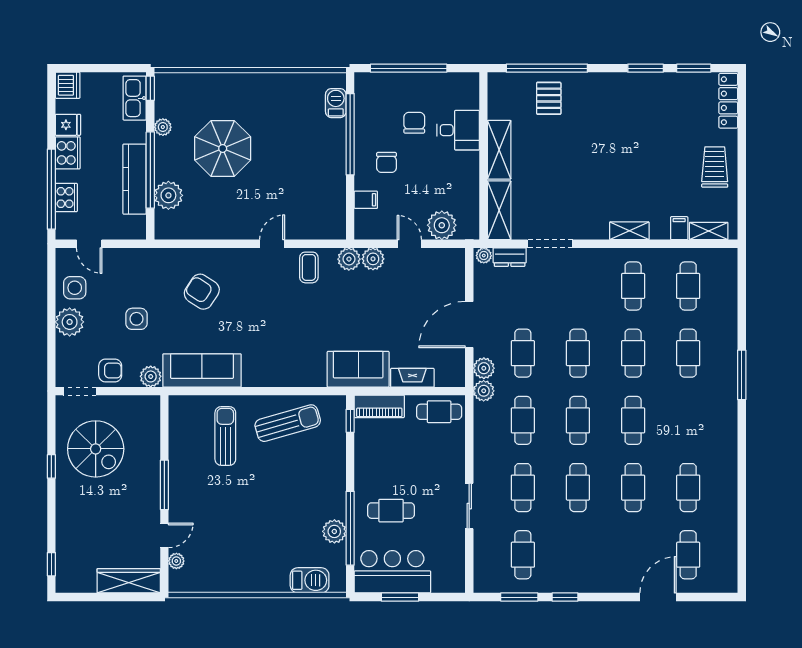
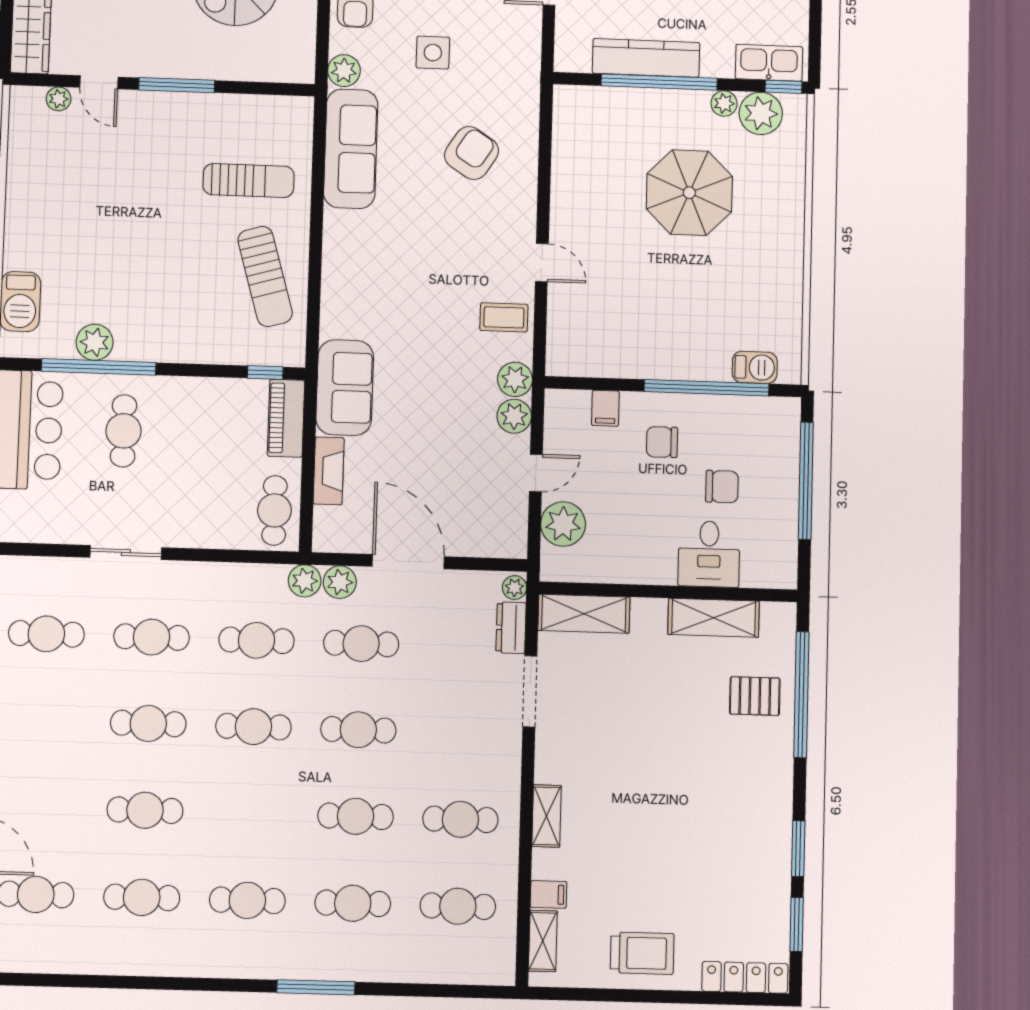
shelving: (499, 150) -> (714, 618), moved
plant: (168, 195) -> (761, 113), moved
cafe table: (633, 420) -> (247, 900), moved

